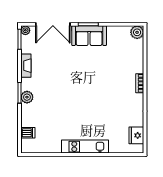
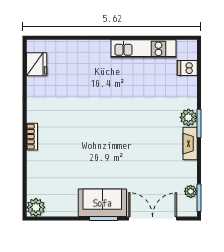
plant: (25, 30) -> (191, 191), moved
fireplace: (26, 66) -> (190, 144), moved
kitchen unit: (85, 147) -> (144, 49), moved

